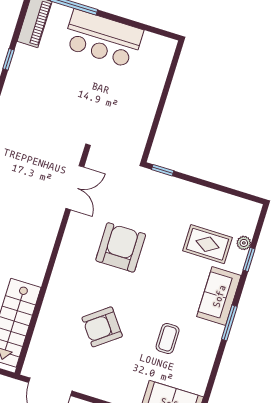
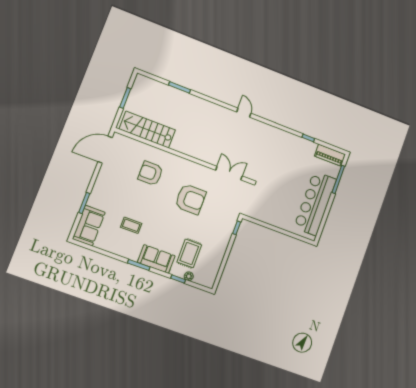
bar counter: (103, 39) -> (315, 203), width x1.36
double door: (75, 188) -> (229, 173), swing flipped
armchair: (102, 327) -> (150, 173), moved, turned -53

